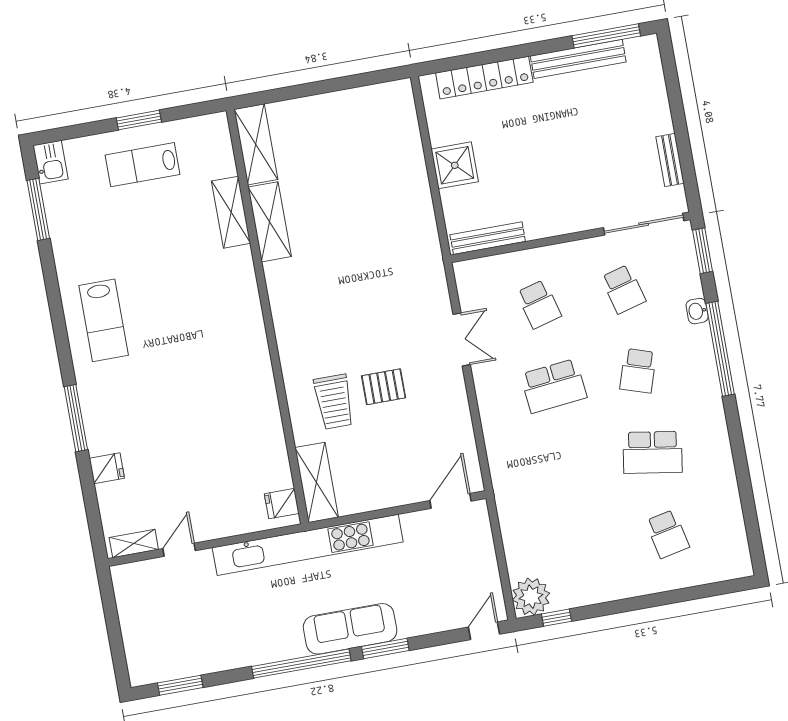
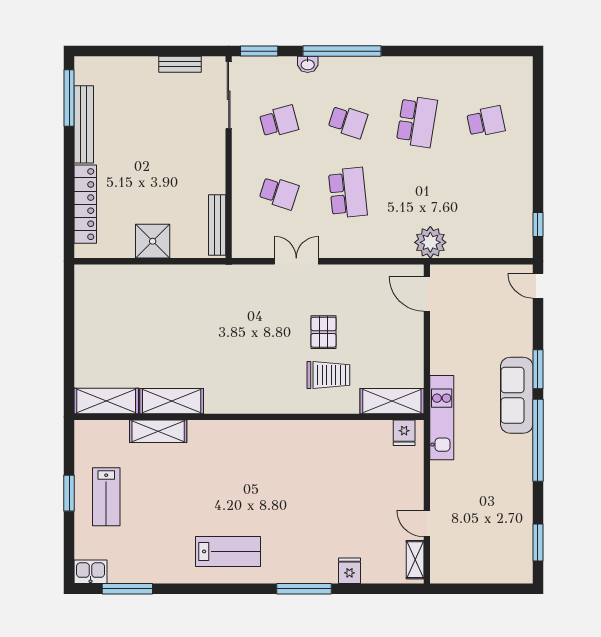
school desk: (539, 304) -> (279, 193), turned 33
kitchen unit: (308, 545) -> (442, 418), width x0.54
plant: (531, 597) -> (430, 242), moved

